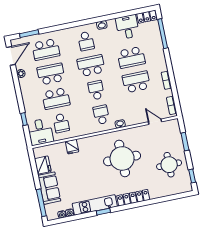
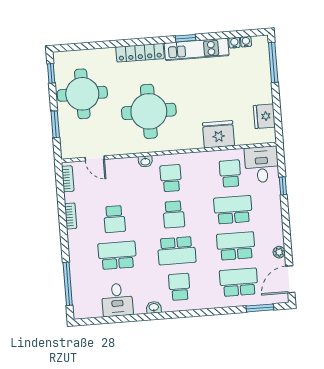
locker: (147, 17) -> (87, 311), removed
school desk: (51, 74) -> (236, 246), turned 180
school desk: (136, 82) -> (114, 219), width x0.54
school desk: (101, 115) -> (171, 178), turned 180
fridge: (72, 147) -> (218, 134), width x1.88, depth x1.34
round table: (169, 165) -> (82, 94), width x1.36, depth x1.36
sofa: (49, 188) -> (259, 82), removed

